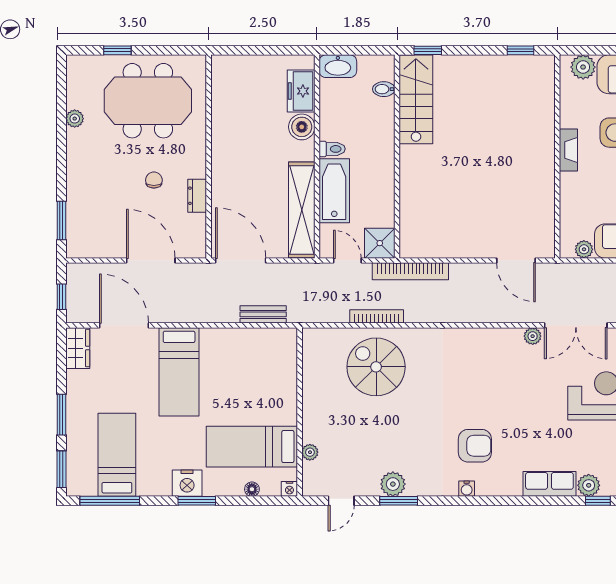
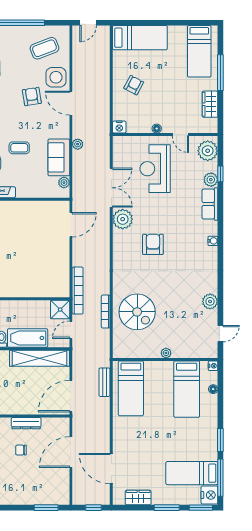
dresser: (197, 196) -> (26, 423), width x1.44
door: (124, 325) -> (111, 469), hinge flipped
plant: (533, 336) -> (123, 219), width x1.88, depth x1.88
wardrobe: (78, 348) -> (138, 498), moved
spiral stairs: (376, 367) -> (137, 312), turned -90
bed: (179, 372) -> (131, 388), moved, turned 90
armchair: (475, 446) -> (153, 244), moved
plant: (310, 452) -> (166, 353), moved
nightstand: (187, 483) -> (209, 495), moved
water cooler: (467, 489) -> (213, 241), moved
window: (197, 501) -> (220, 440), moved
door: (341, 501) -> (220, 334), hinge flipped
window: (399, 501) -> (220, 298), removed

